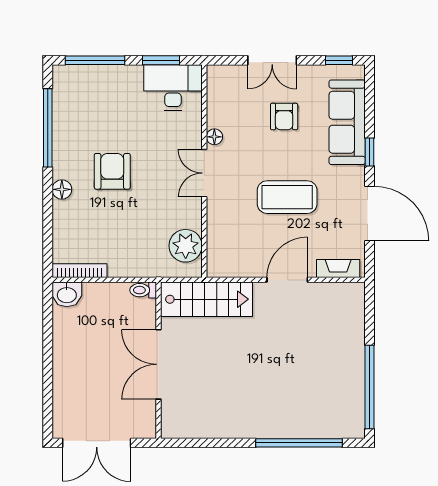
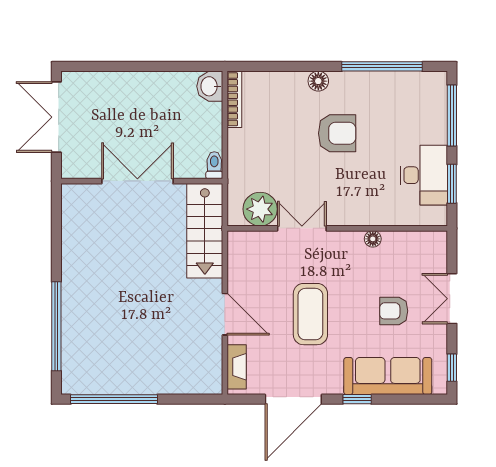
desk: (173, 87) -> (424, 175), moved
double door: (204, 173) -> (302, 228), moved

